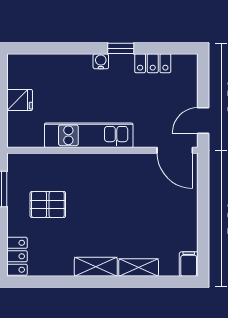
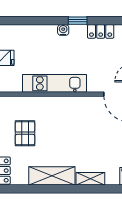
pallet: (48, 204) -> (25, 133), turned 90
shelving: (96, 267) -> (52, 176), width x1.50, depth x1.33

